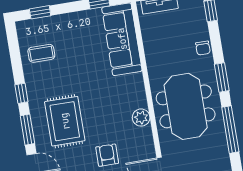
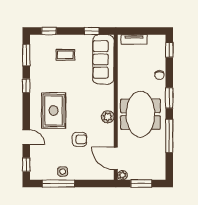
coffee table: (41, 53) -> (65, 55), moved
window: (27, 130) -> (26, 55), moved
armchair: (107, 155) -> (79, 139), turned 90

